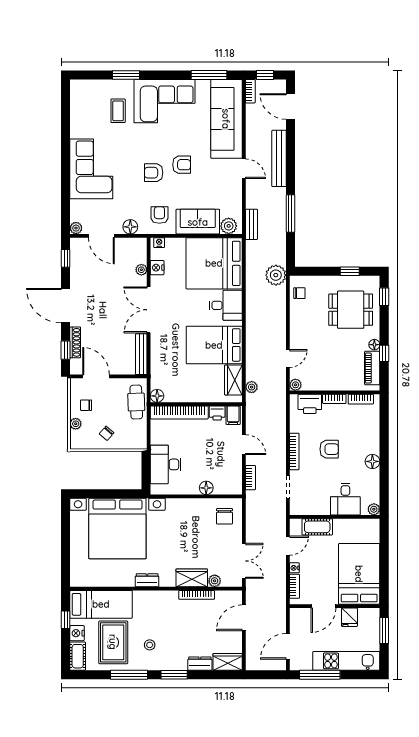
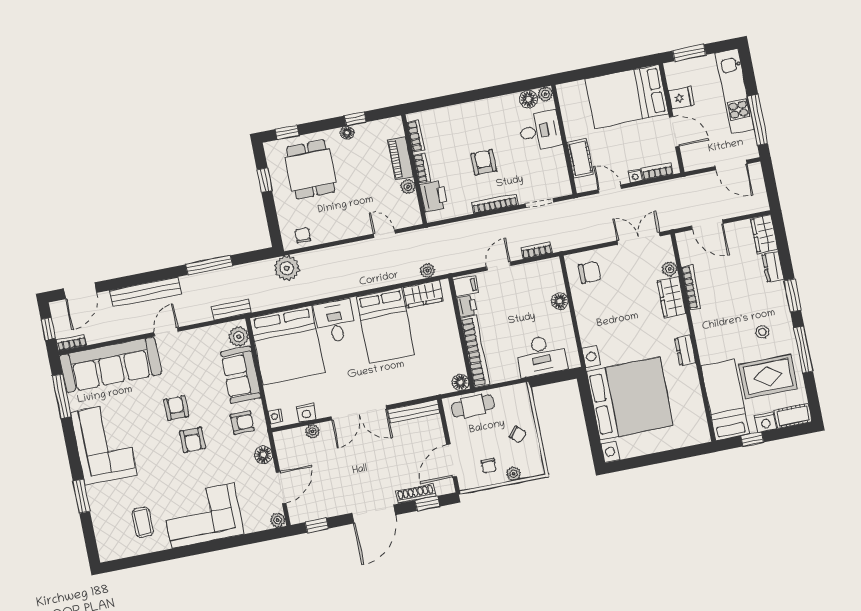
coffee table: (118, 111) -> (143, 522), moved, turned 90
armchair: (159, 215) -> (242, 423), turned 180
piano: (372, 368) -> (400, 158), moved, turned 90
plant: (295, 385) -> (408, 187), moved
floor lamp: (372, 461) -> (528, 99), moved

